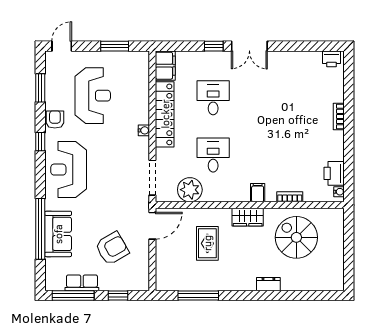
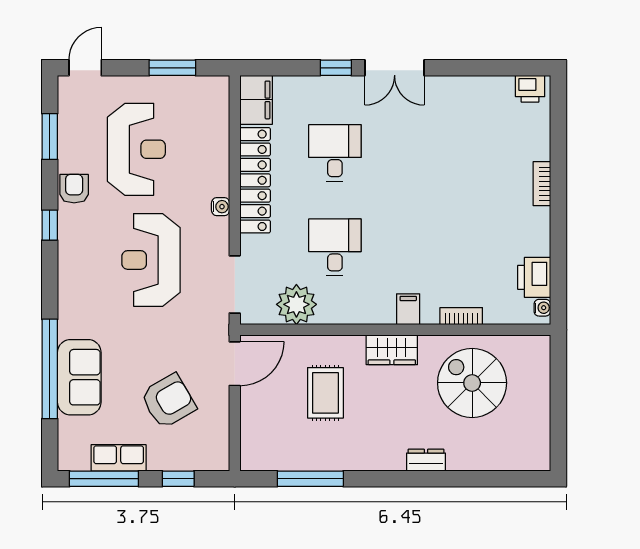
reception desk: (69, 170) -> (151, 260), moved

